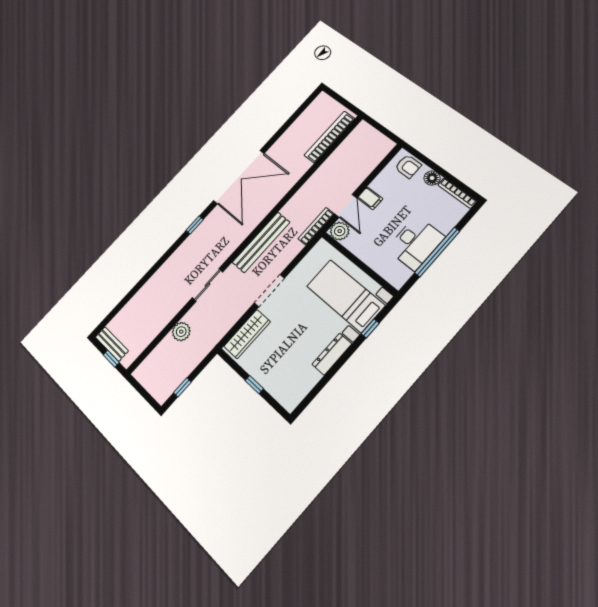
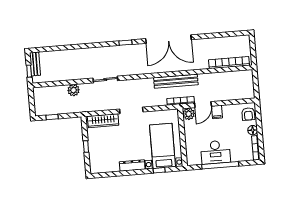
bench: (261, 242) -> (176, 81), moved

